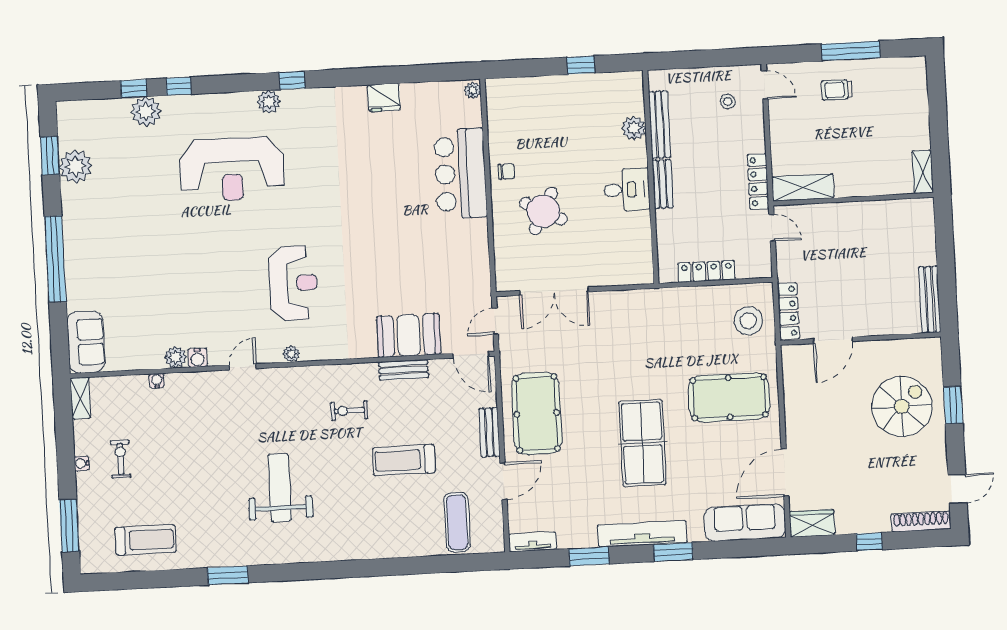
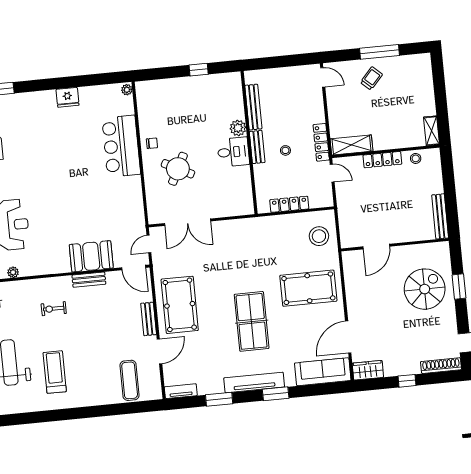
trolley: (837, 90) -> (371, 78), turned 132
stool: (728, 101) -> (285, 150), moved
plant: (634, 128) -> (238, 128), moved
stool: (897, 212) -> (416, 158), added
locker: (788, 311) -> (382, 160), moved, turned 90
treadmill: (404, 460) -> (55, 372), moved, turned 90

